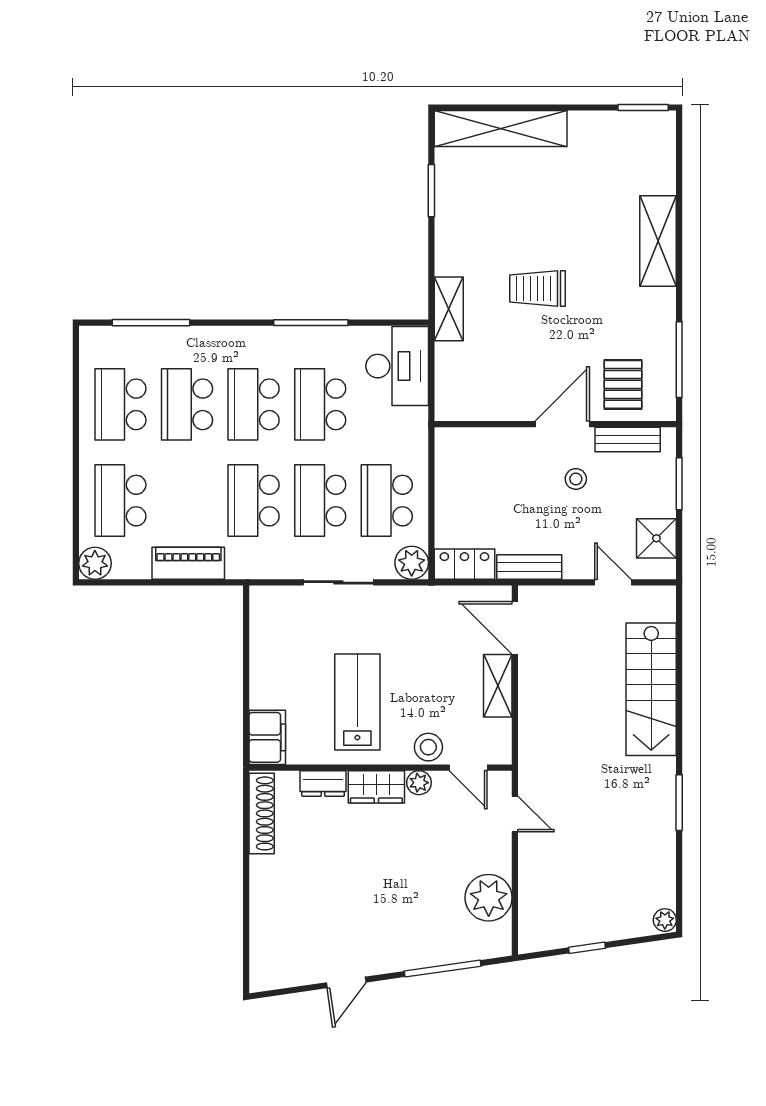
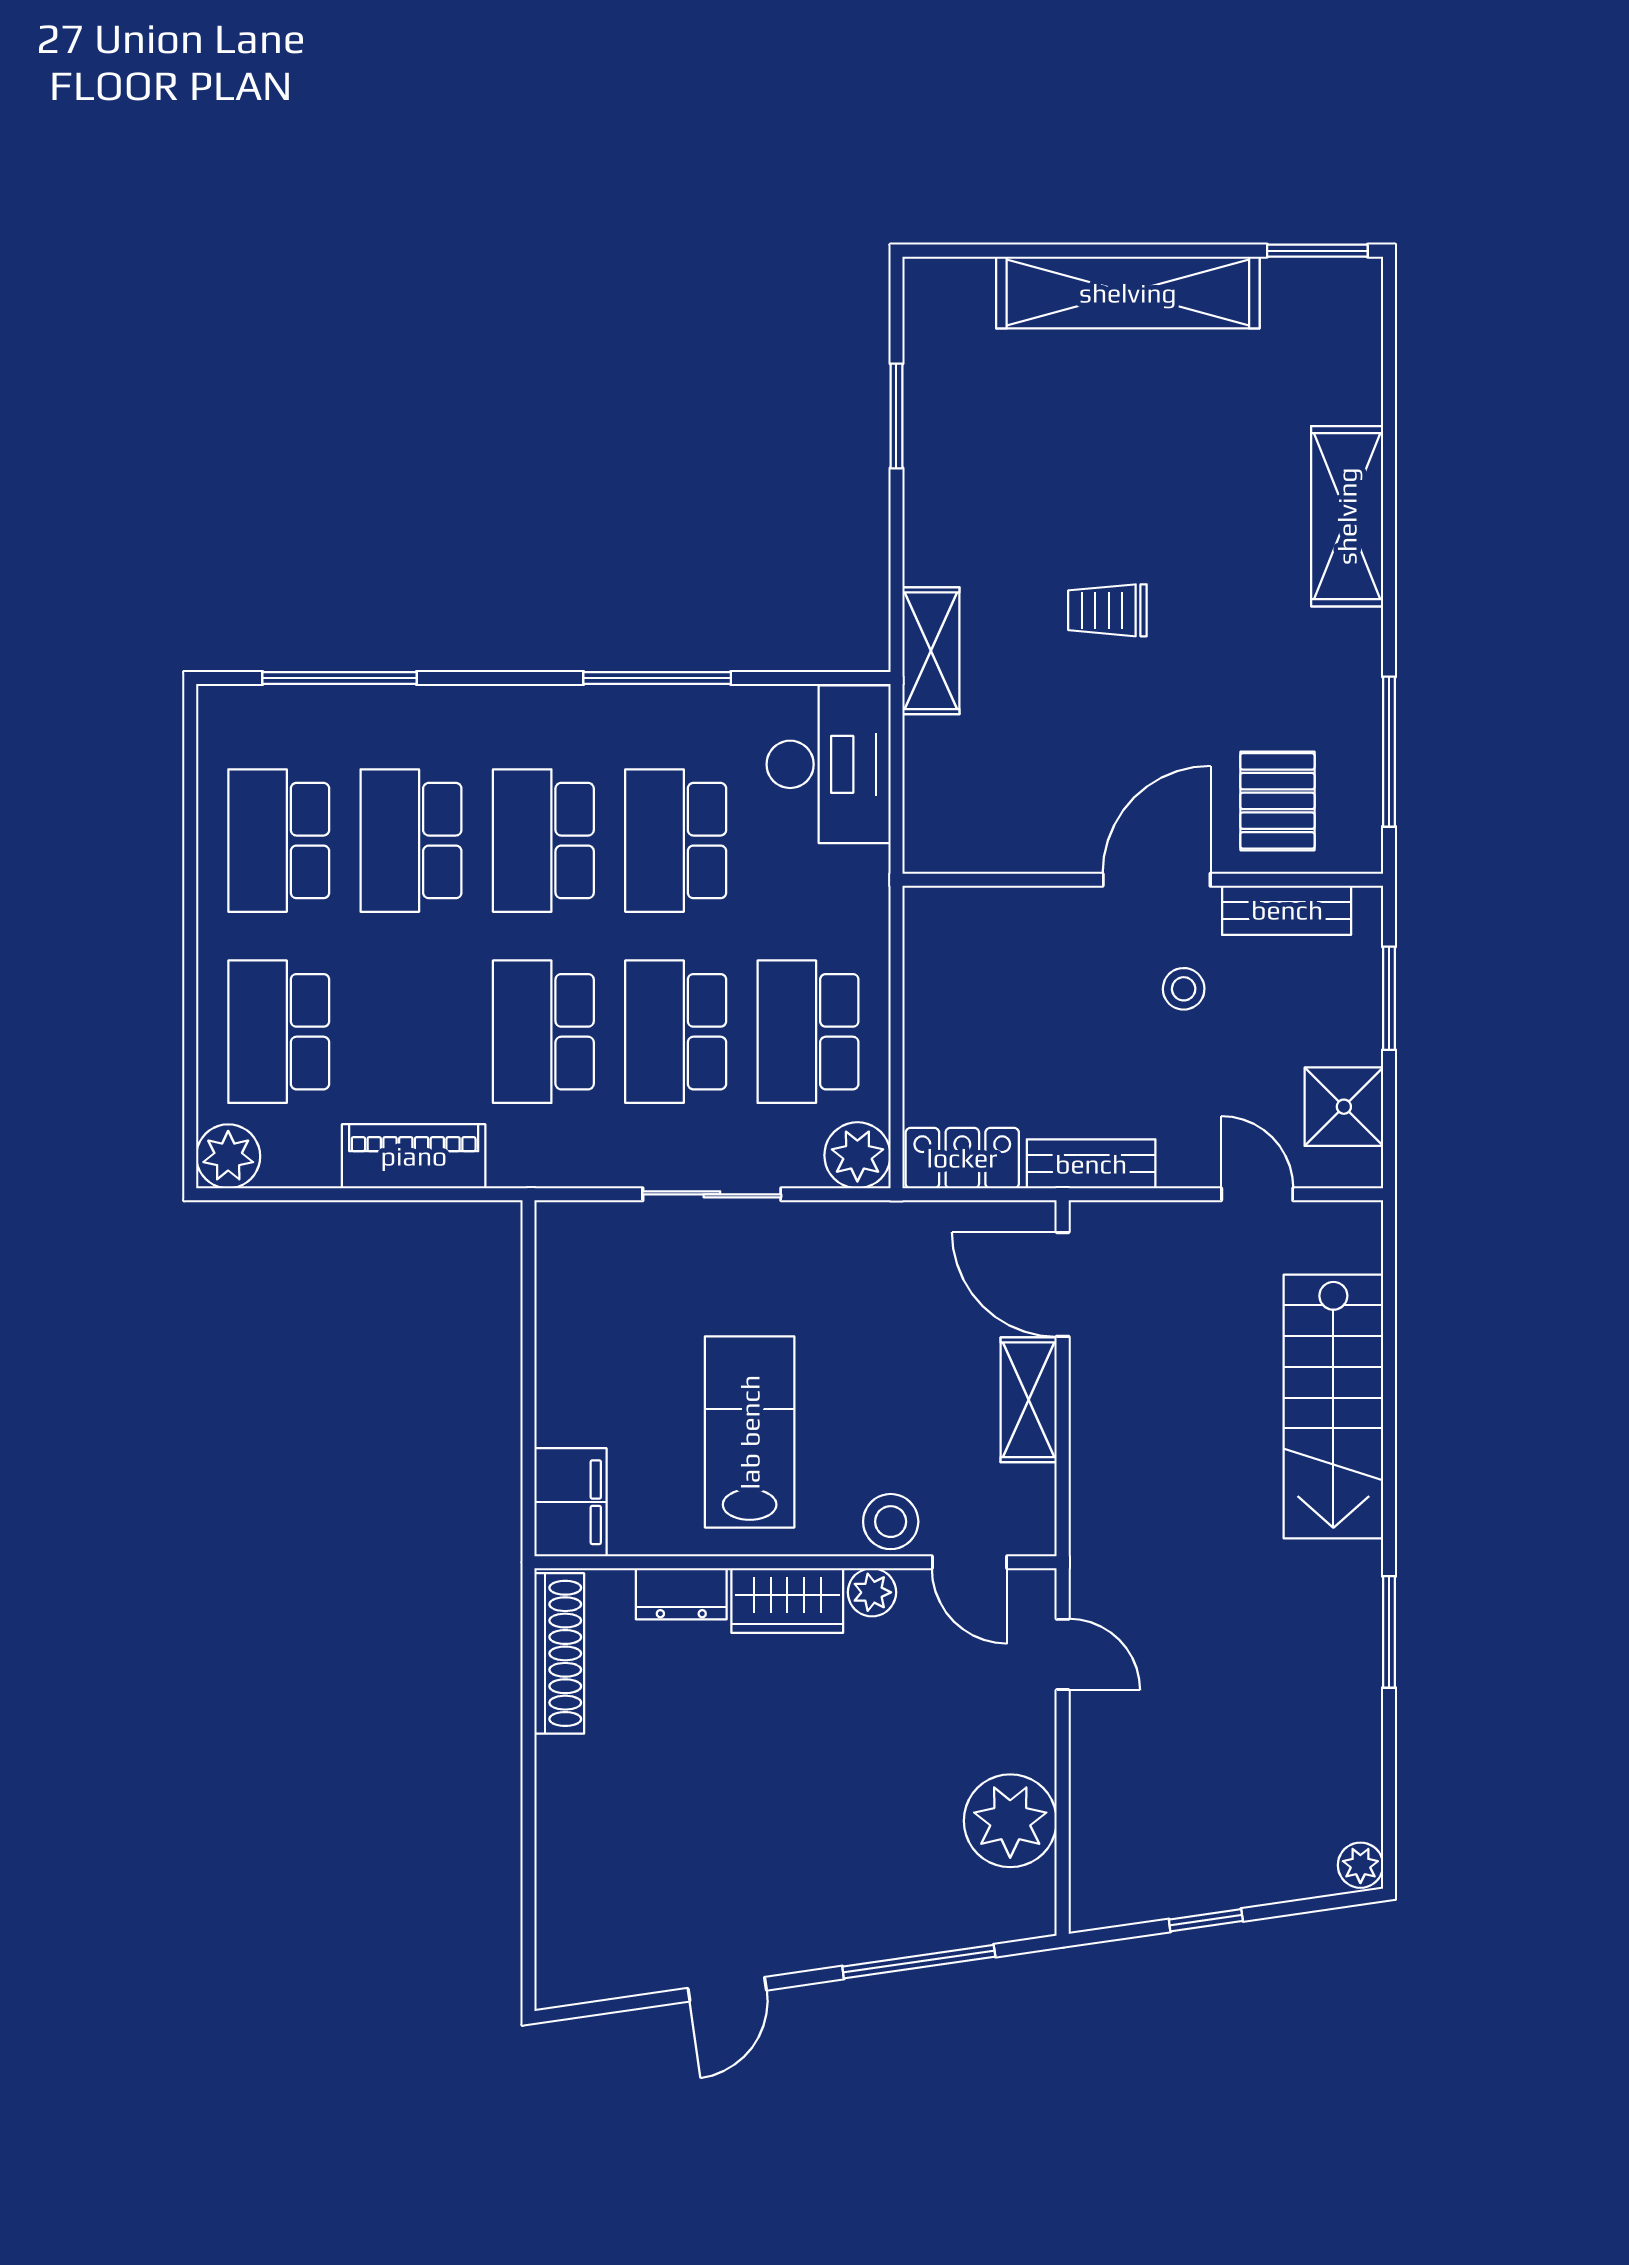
shelving: (501, 129) -> (1128, 293), moved
trolley: (537, 288) -> (1107, 610), width x0.73, depth x0.72

